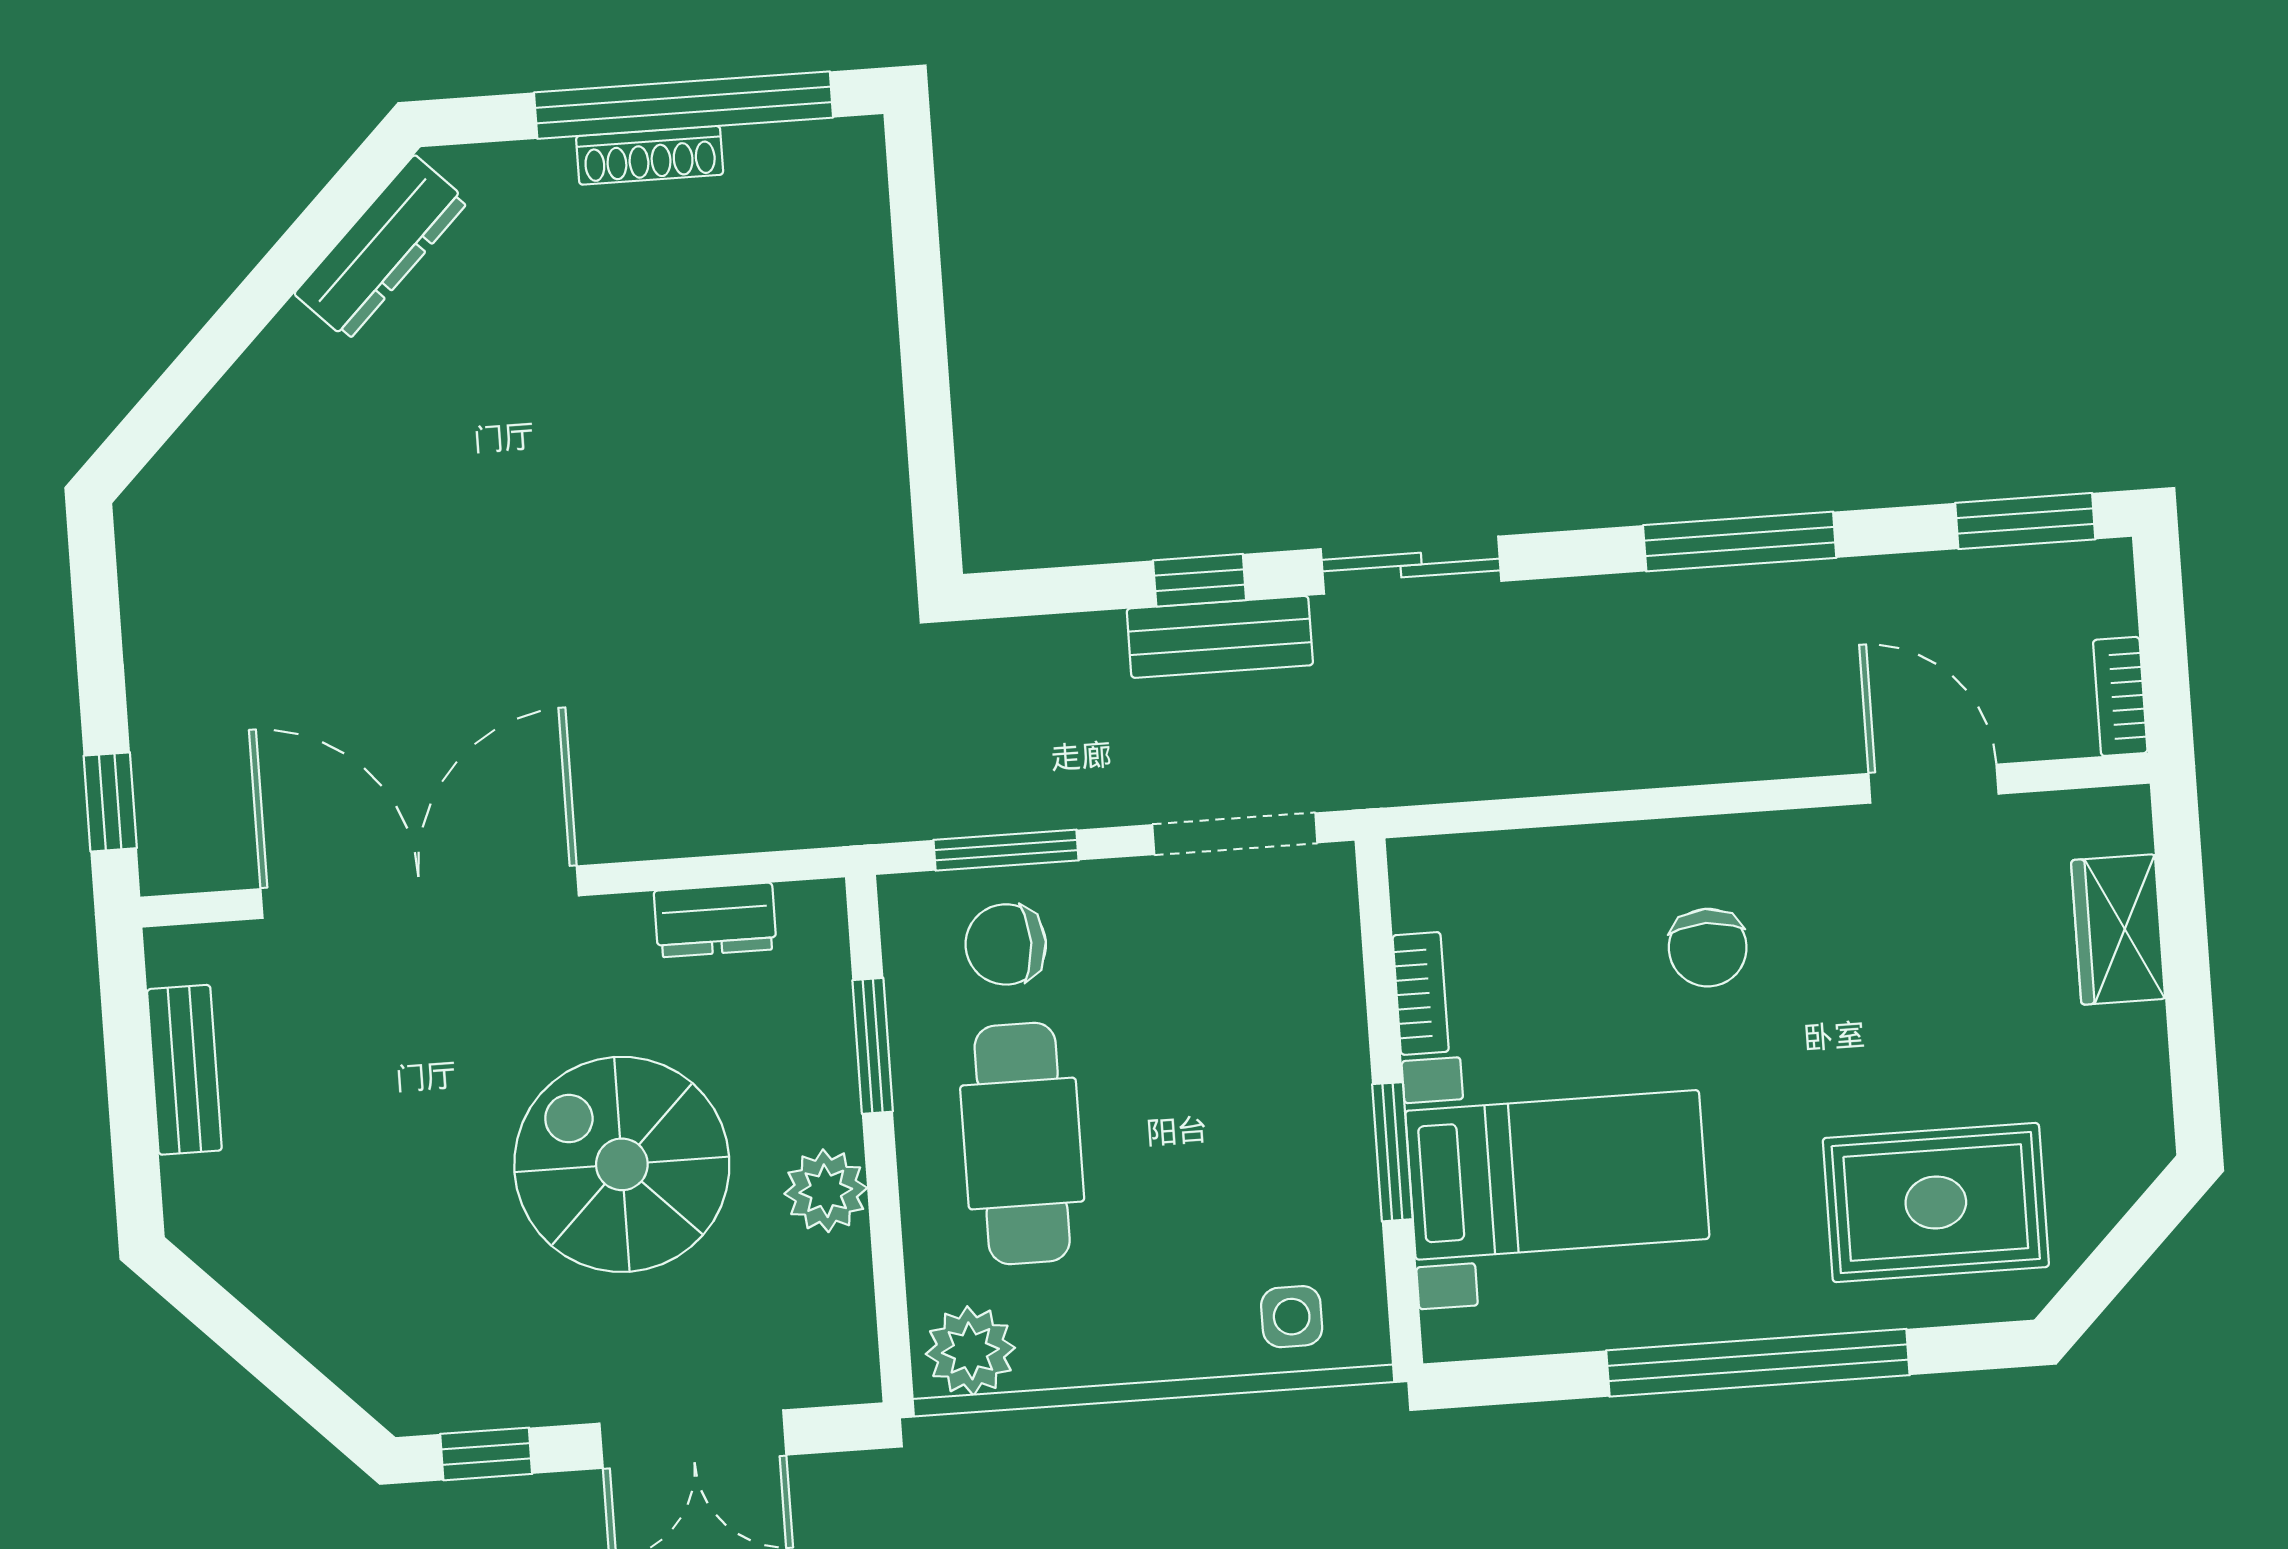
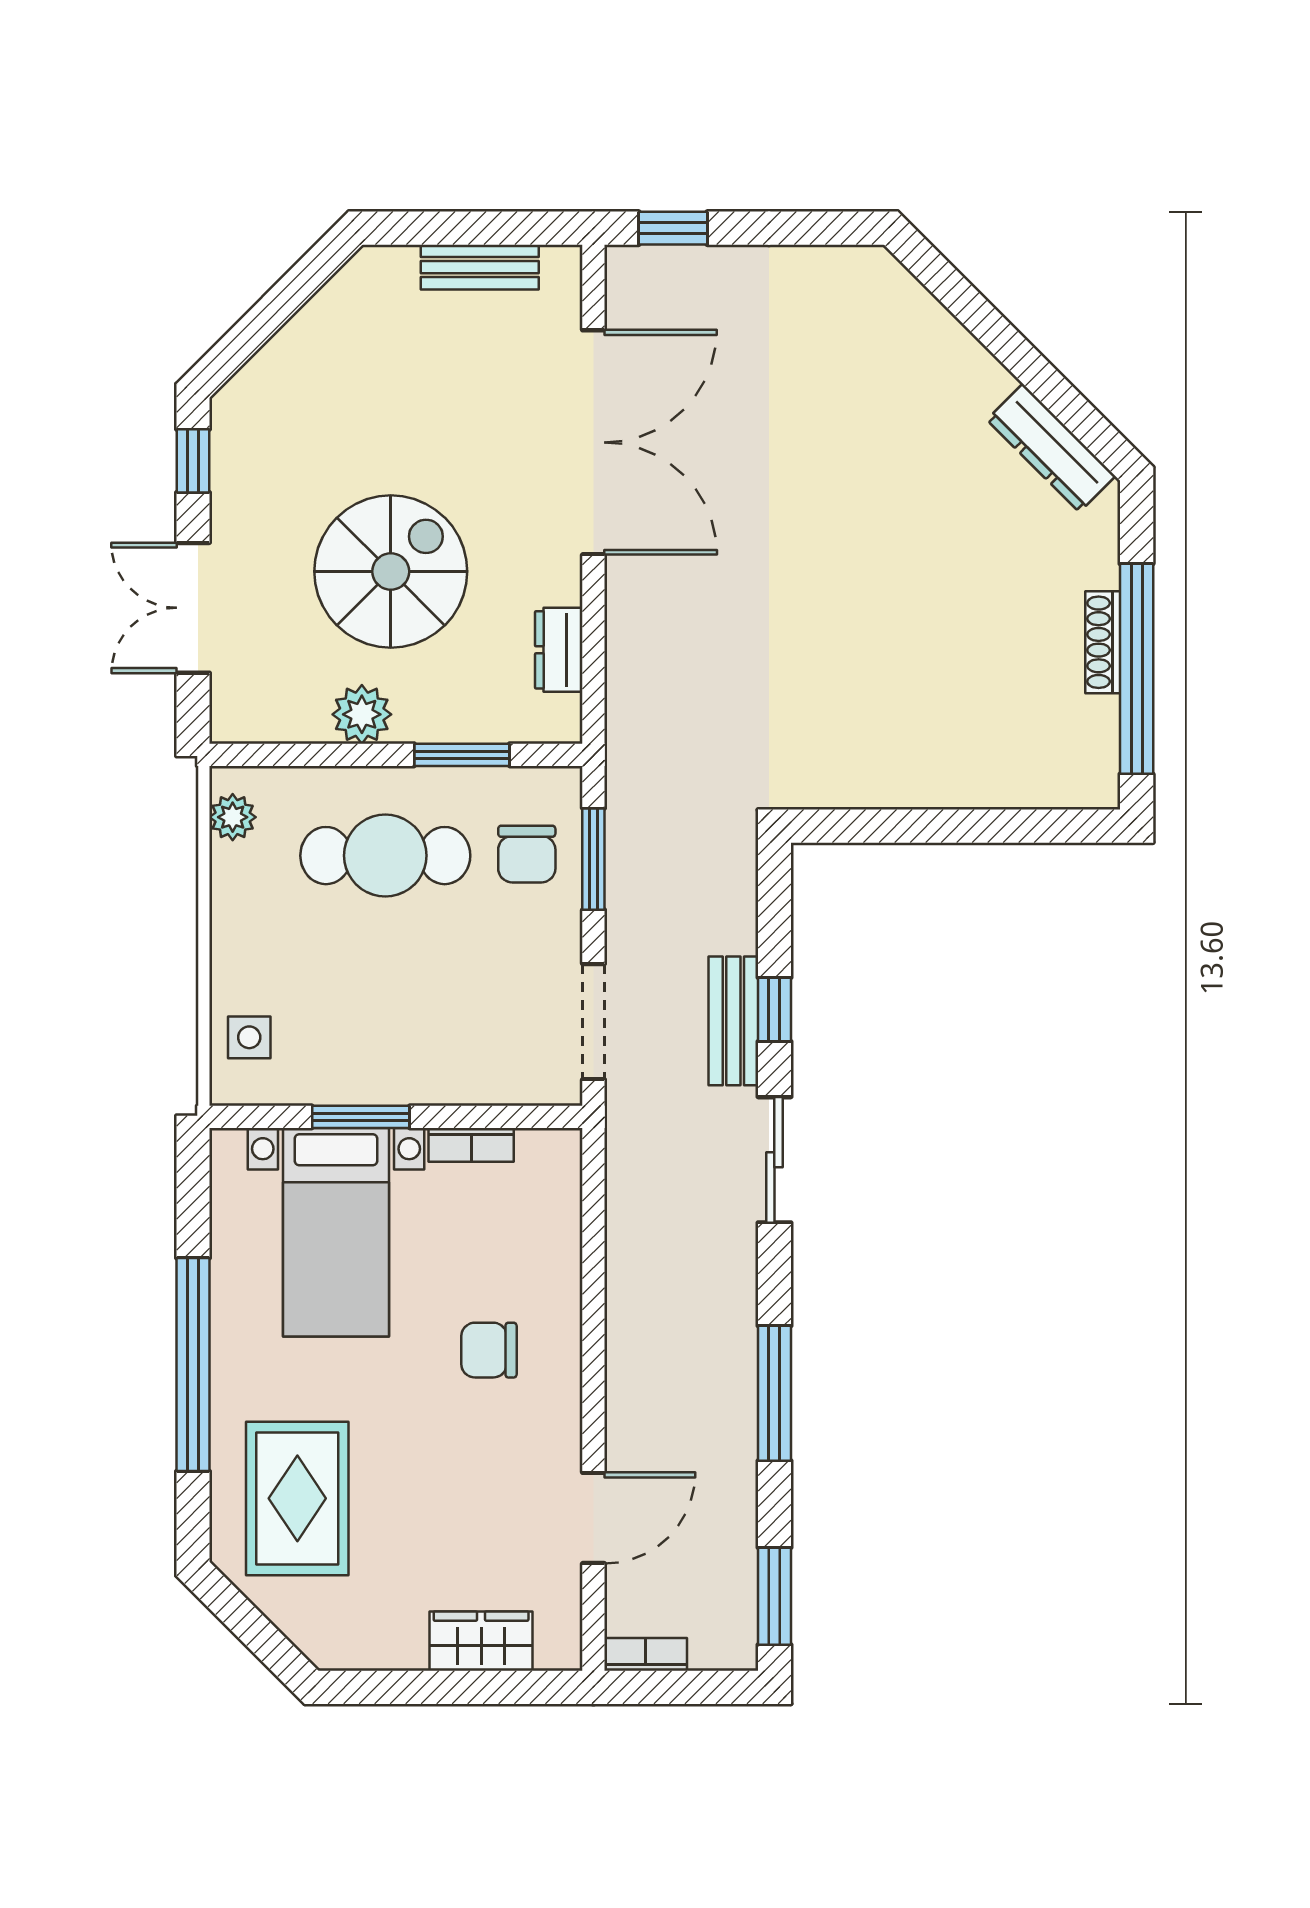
chair: (1006, 944) -> (527, 854), turned 180
plant: (970, 1351) -> (233, 817), width x0.73, depth x0.73

